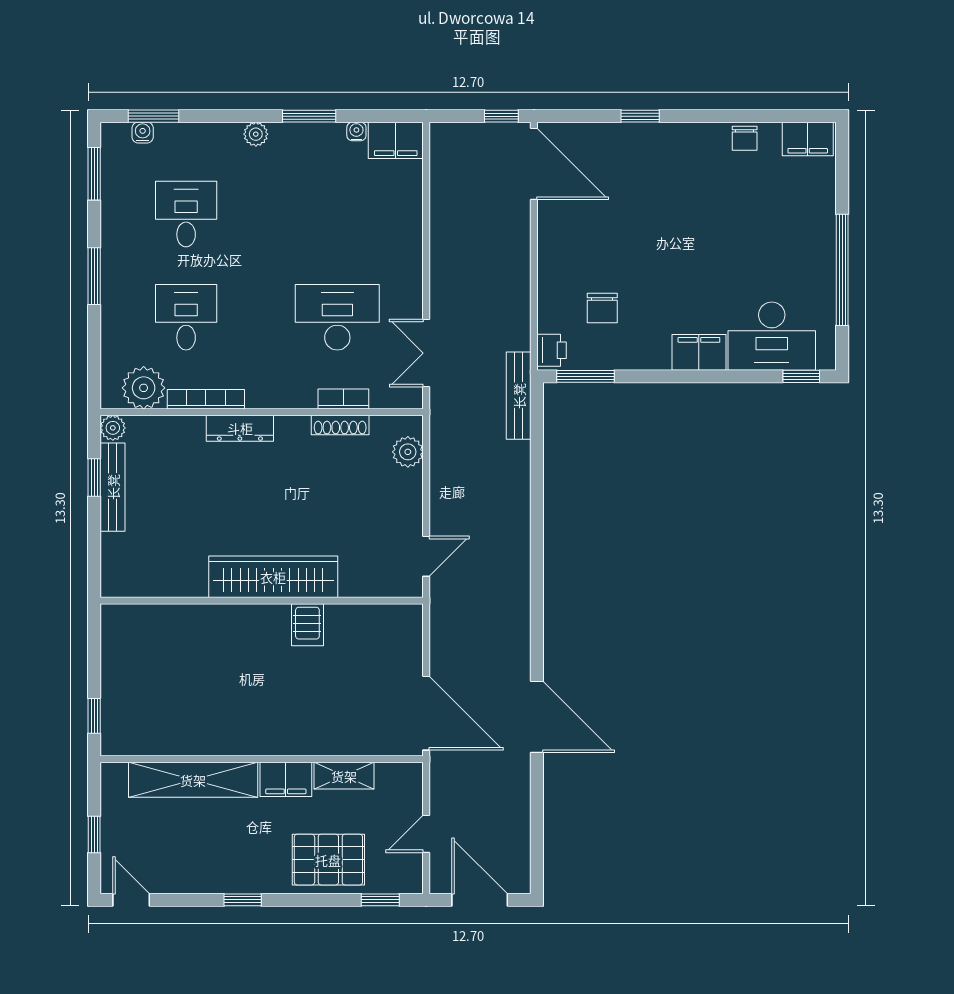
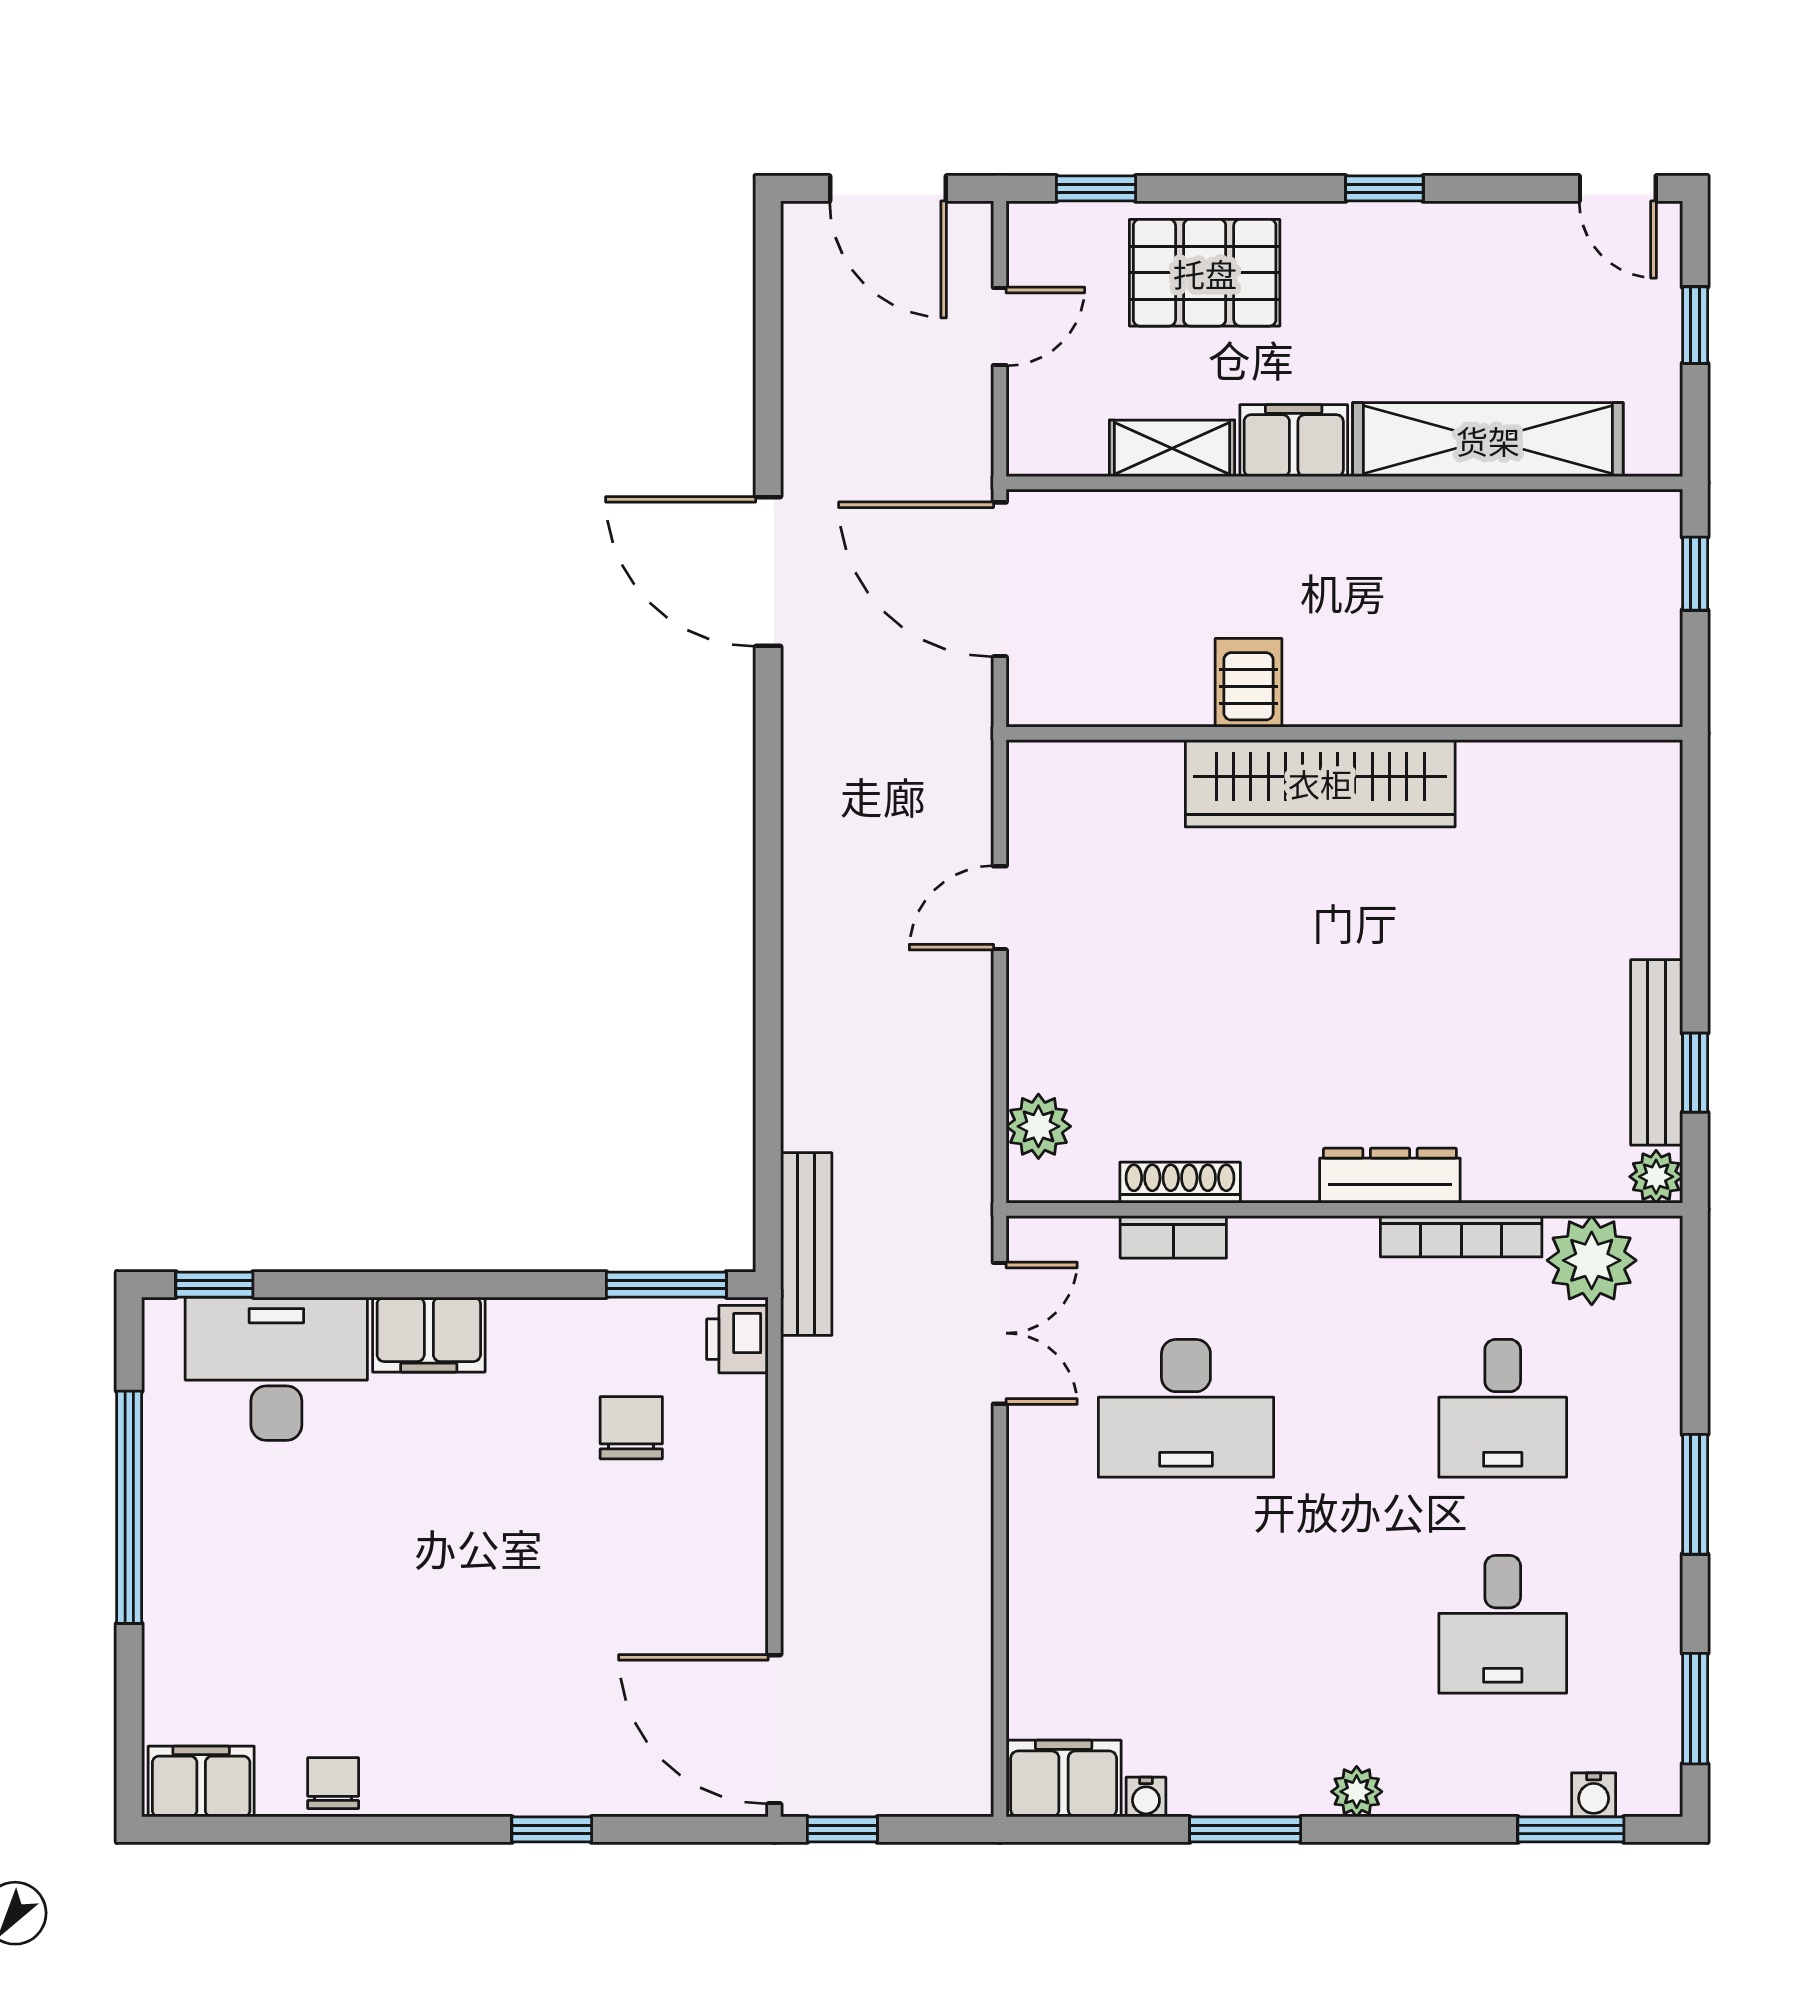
wardrobe: (273, 577) -> (1320, 783), moved
wall: (262, 601) -> (1344, 733), moved
server rack: (307, 625) -> (1249, 683), moved

